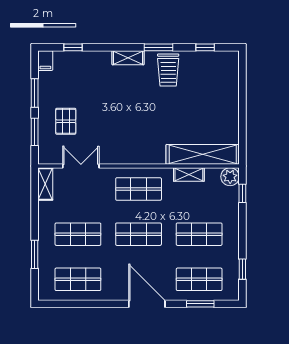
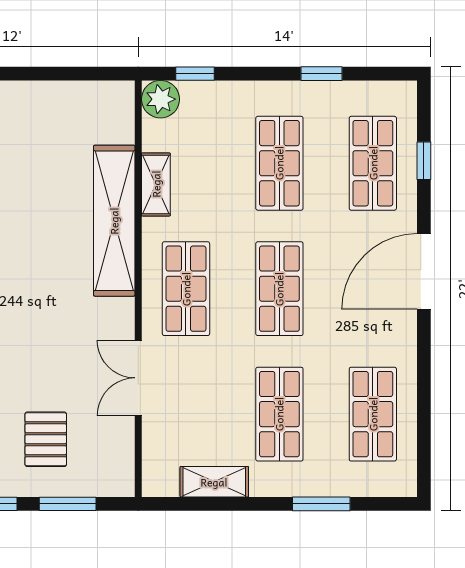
pallet: (66, 121) -> (46, 439), turned 90
shelving: (203, 154) -> (114, 221), moved
double door: (81, 166) -> (138, 378), moved
shelving: (45, 184) -> (214, 482), moved
window: (242, 269) -> (321, 74), moved
window: (200, 304) -> (424, 161), width x0.67

